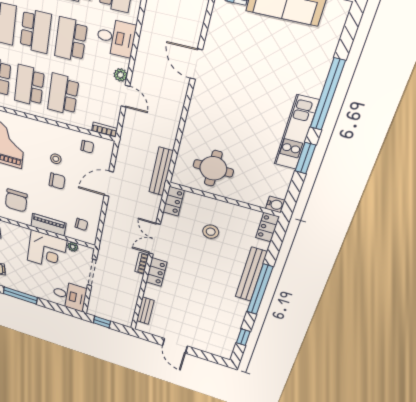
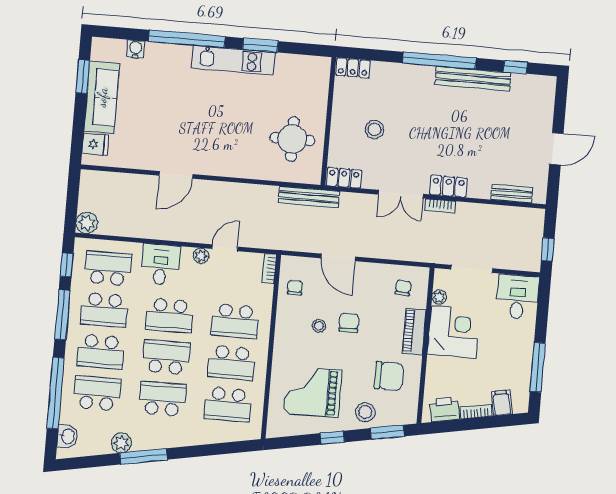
water cooler: (275, 204) -> (136, 49), moved
bench: (251, 274) -> (473, 78), moved

